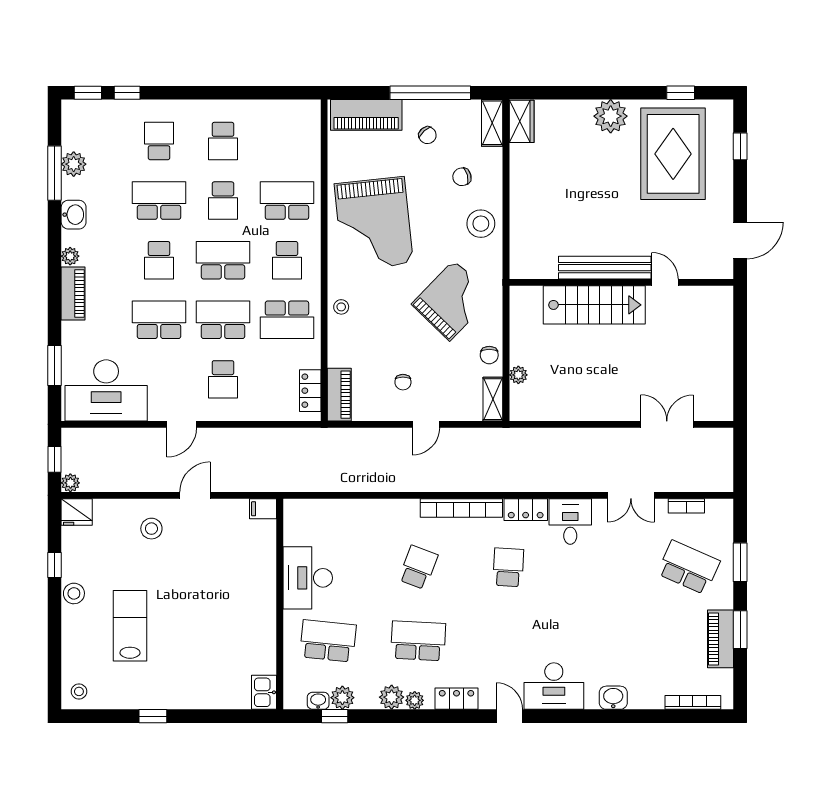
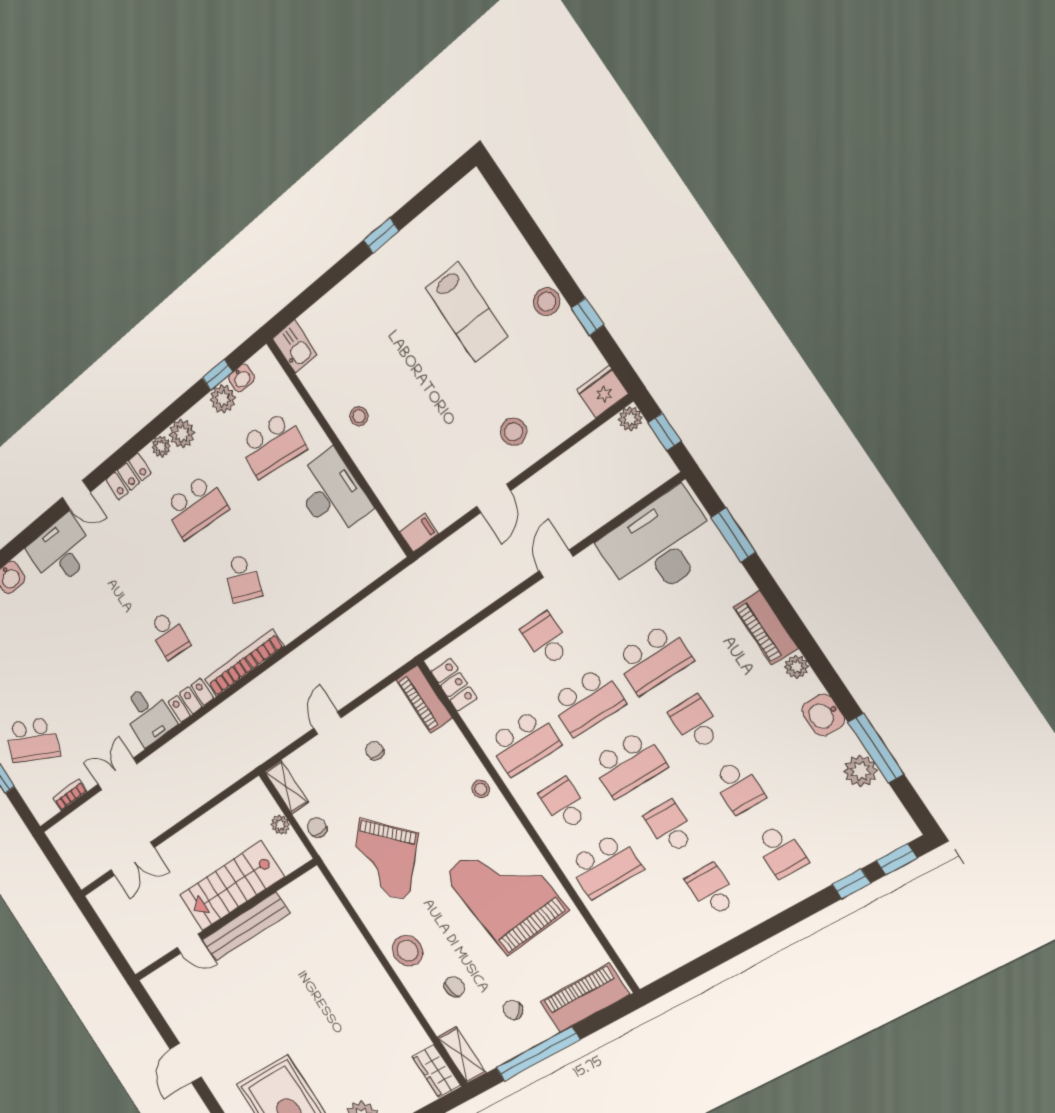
school desk: (159, 201) -> (738, 787), width x0.54
bench: (605, 268) -> (246, 927), moved
wall: (621, 282) -> (223, 921), moved
door: (665, 282) -> (189, 944), moved
stairs: (594, 305) -> (231, 886), moved
school desk: (287, 320) -> (524, 743), turned 180
stool: (79, 691) -> (359, 416), moved

